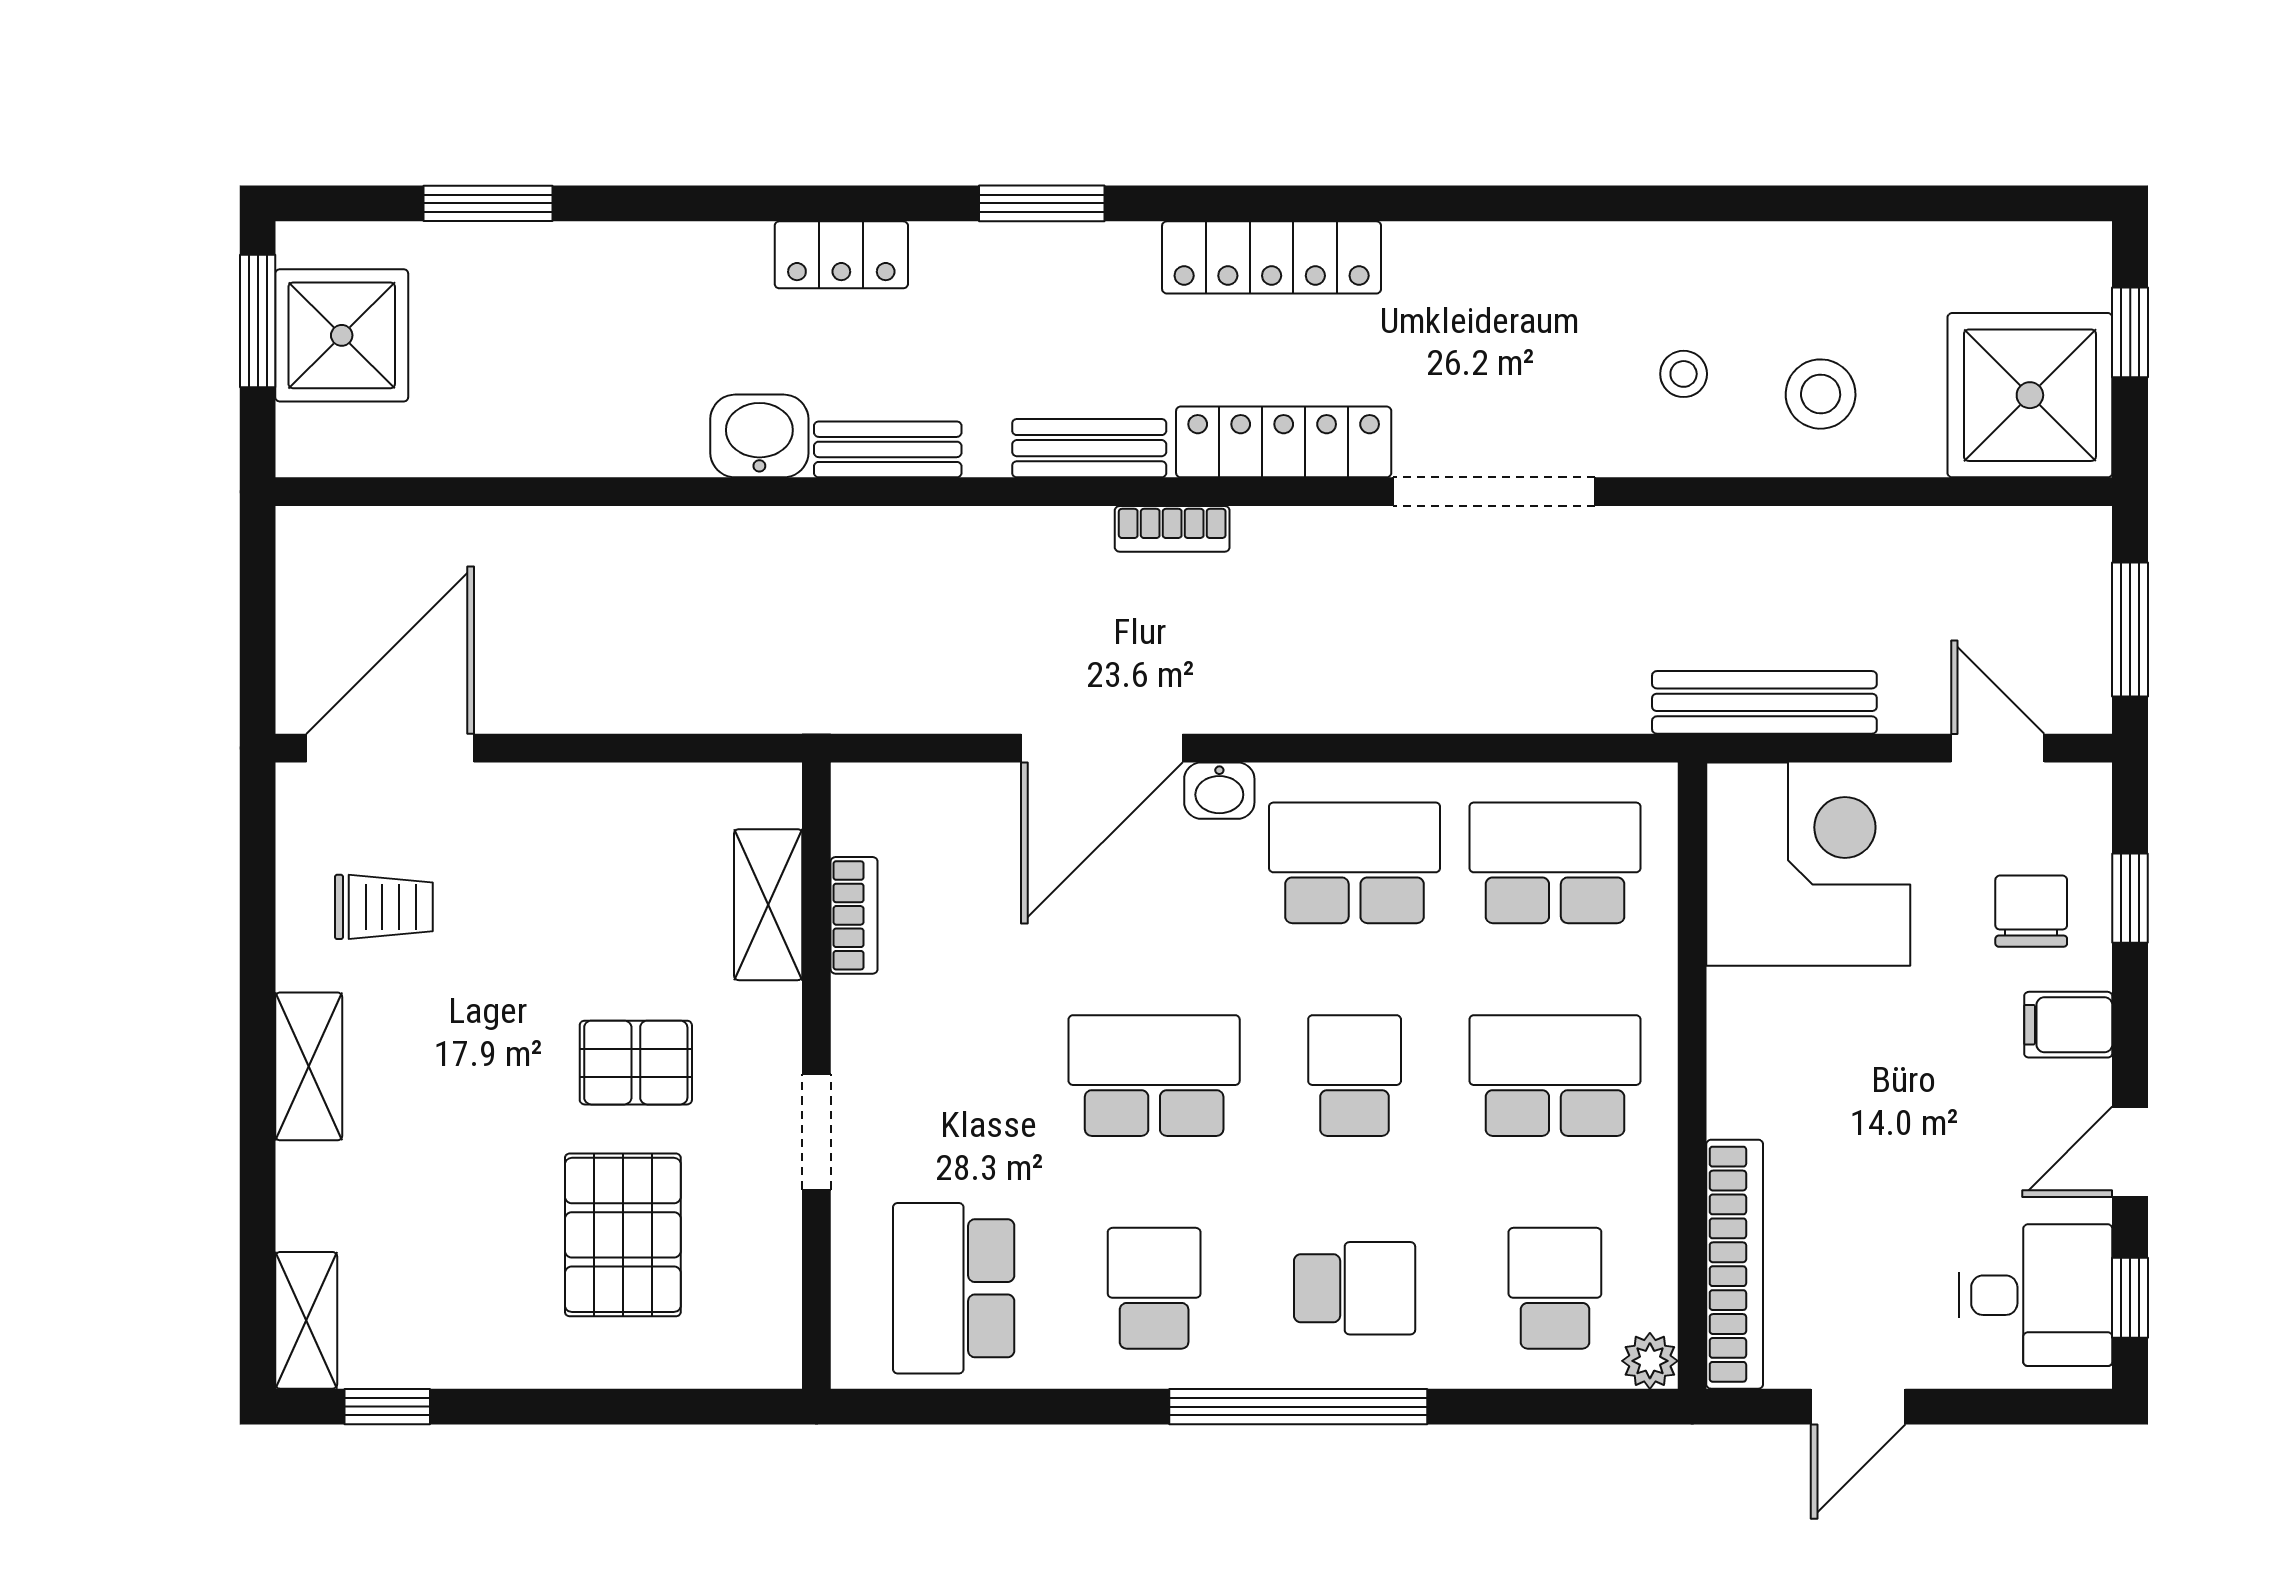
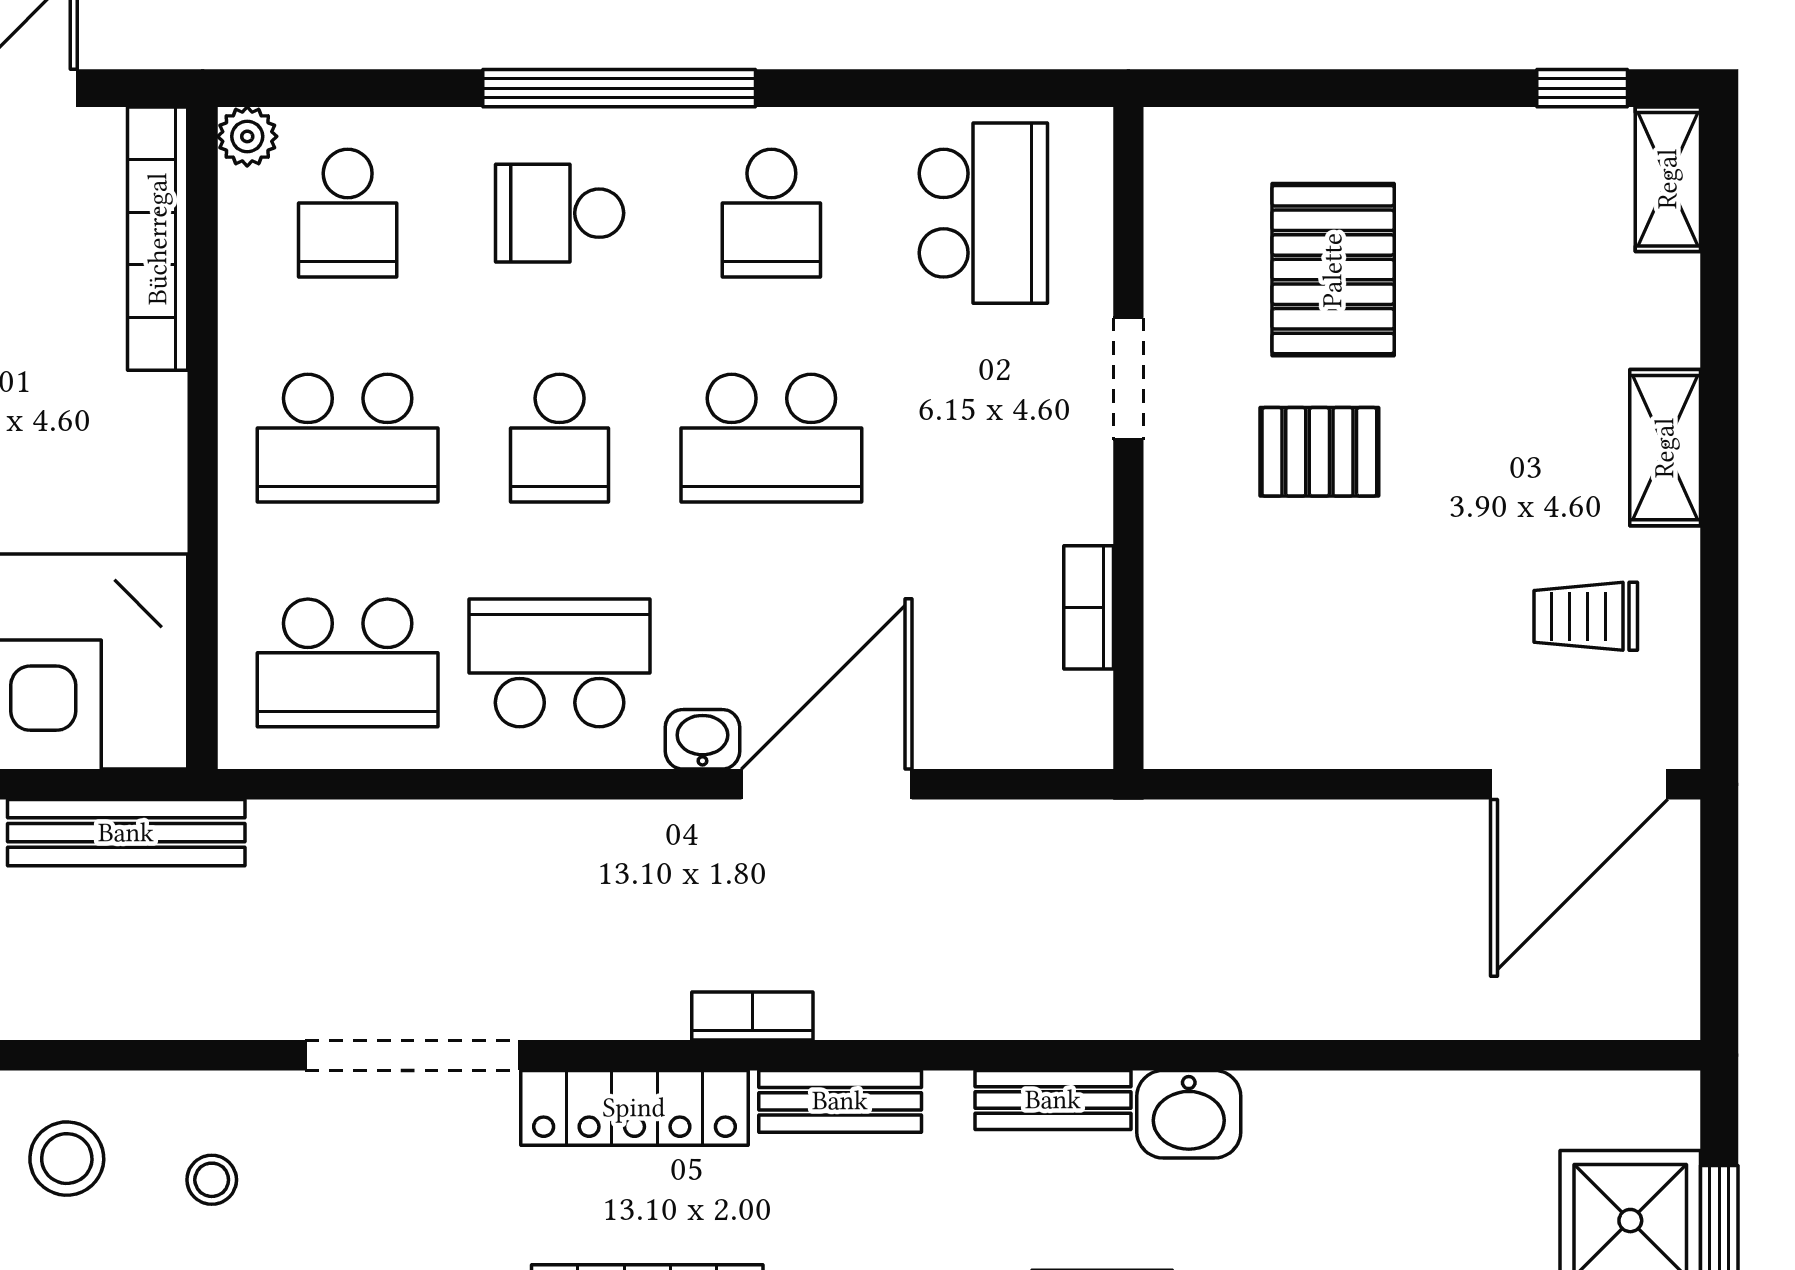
school desk: (1355, 863) -> (560, 663), turned 180
shelving: (768, 905) -> (1179, 619), removed

